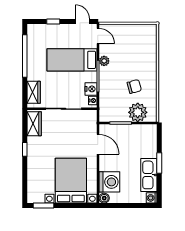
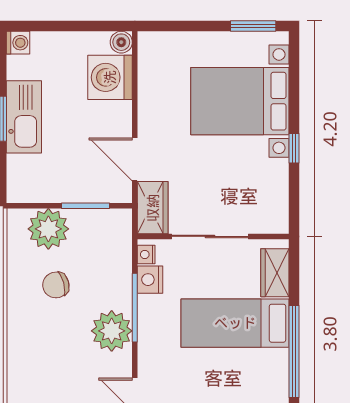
bed: (72, 60) -> (235, 323), moved, turned 180
plant: (104, 61) -> (112, 331), width x1.87, depth x1.87
wardrobe: (34, 124) -> (153, 208), moved, turned 180
kitchen sink: (149, 175) -> (24, 117), moved
bed with nightstands: (71, 181) -> (240, 101), moved, turned 90

